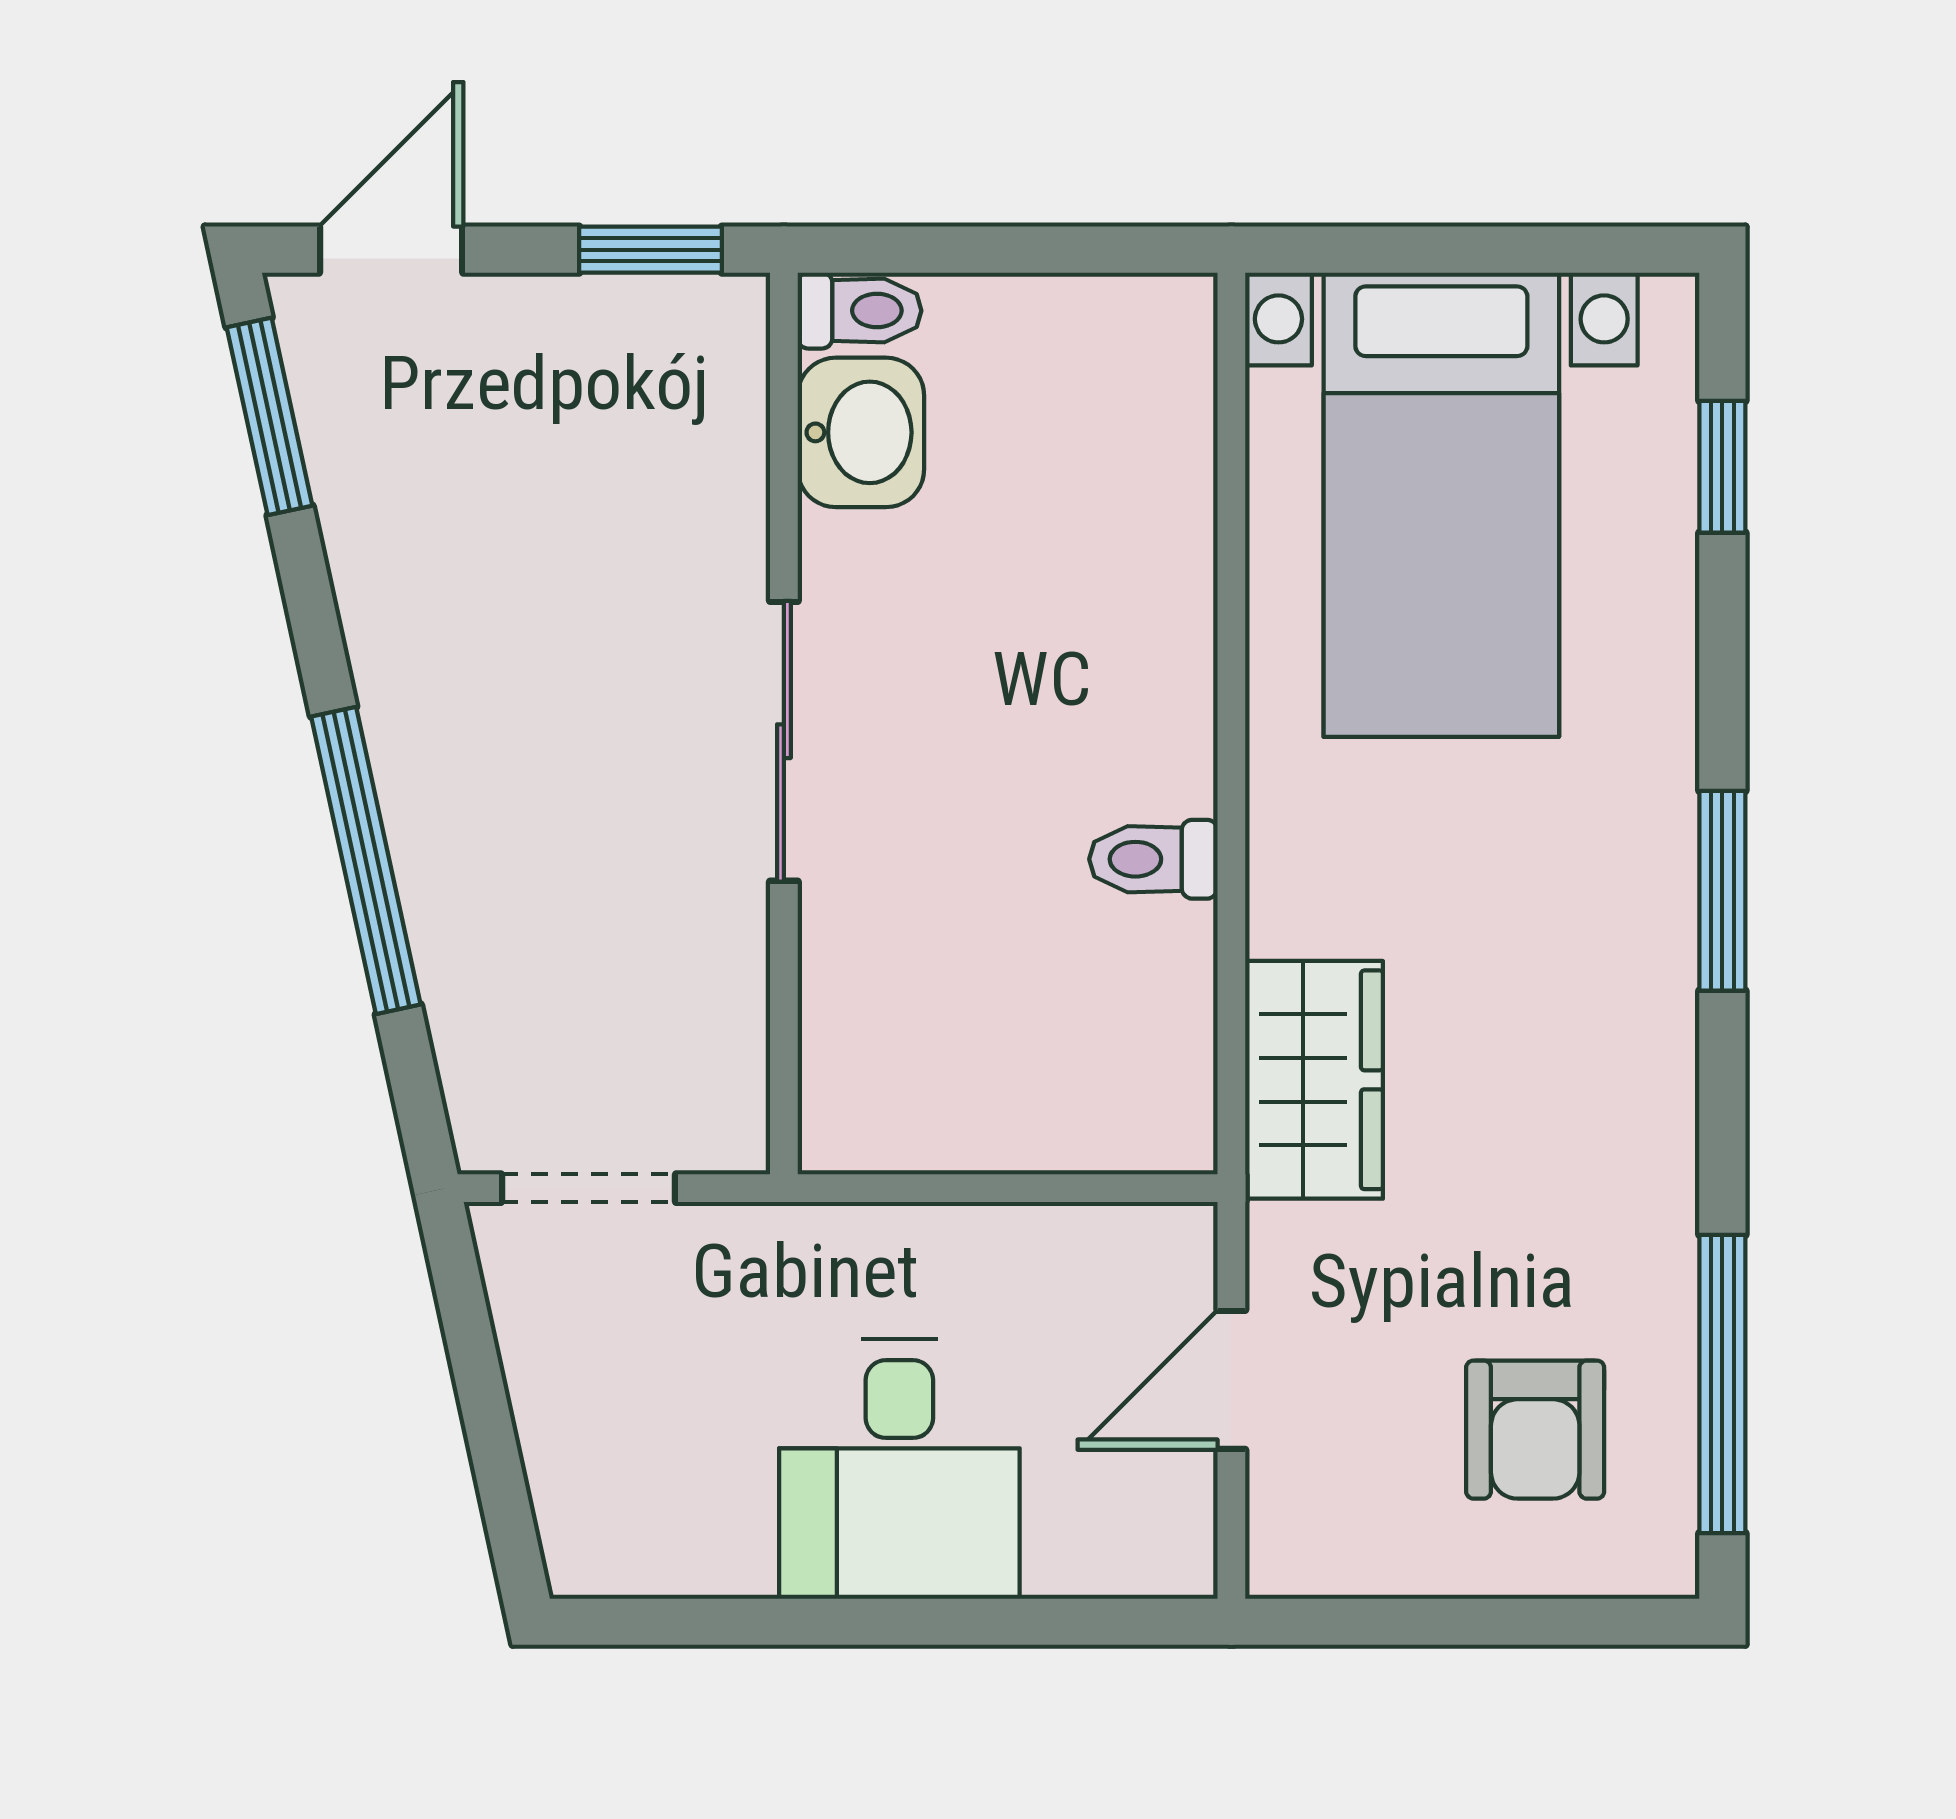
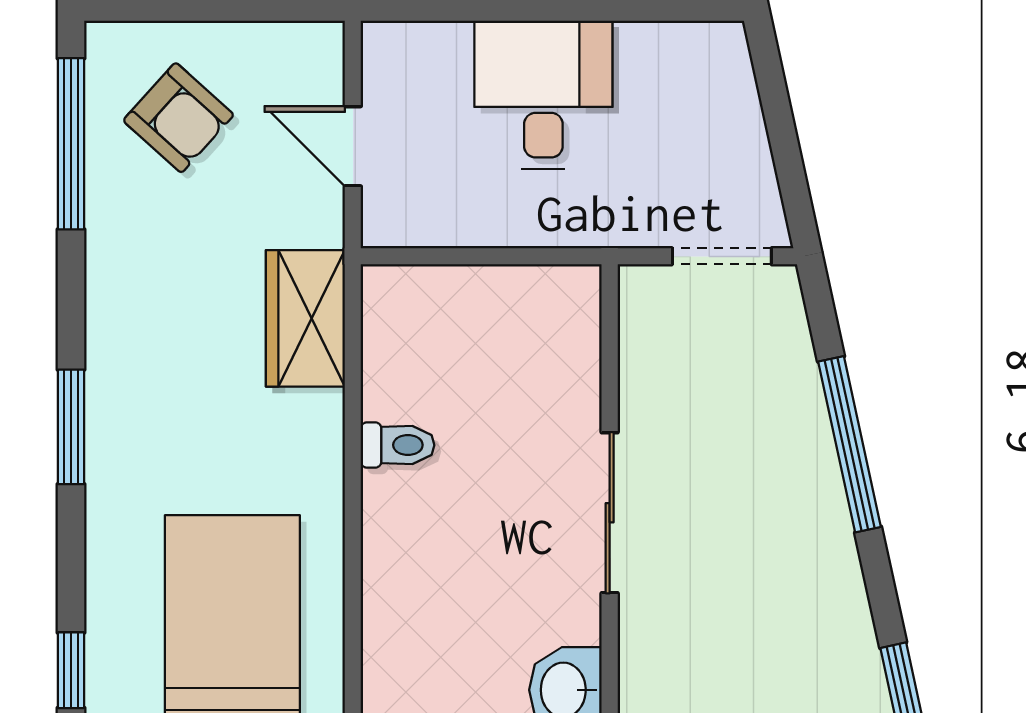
door: (1231, 1380) -> (353, 146), swing flipped
armchair: (1535, 1430) -> (178, 118), turned 132

